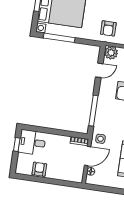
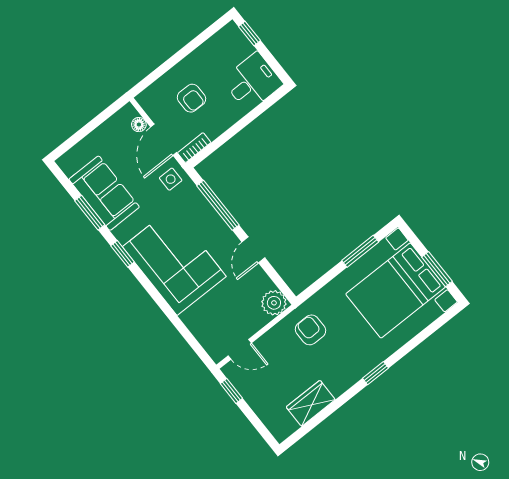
window: (59, 38) -> (360, 251), width x0.69
door: (99, 70) -> (253, 250), moved
window: (17, 144) -> (249, 33), moved
armchair: (39, 169) -> (192, 98), moved

